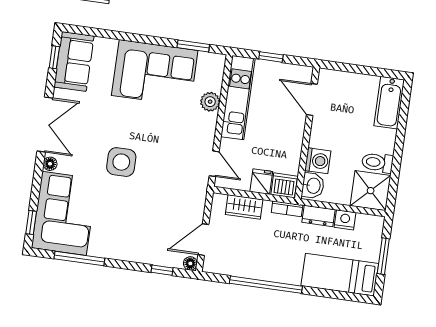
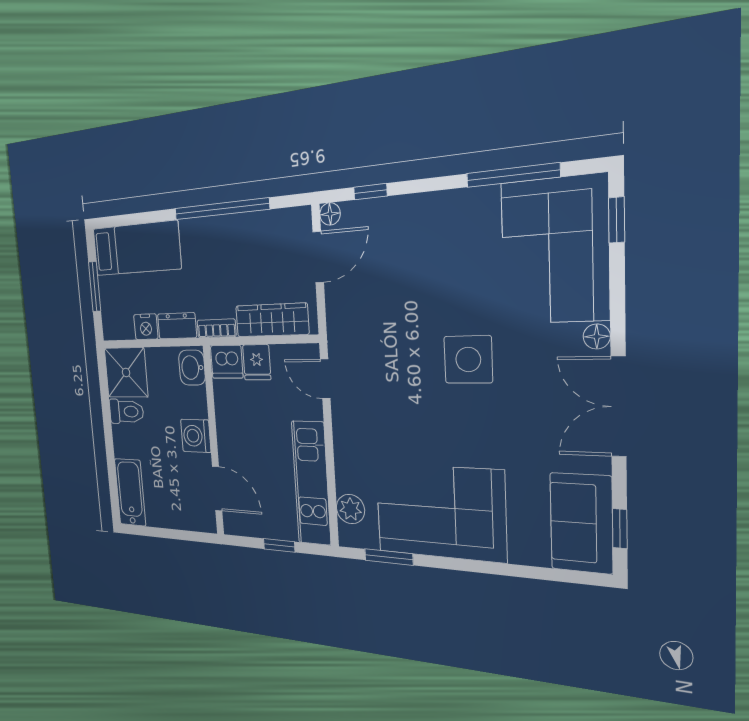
plant: (210, 102) -> (350, 509), moved
washing machine: (318, 161) -> (196, 436), moved
wardrobe: (244, 207) -> (272, 320), width x1.50

